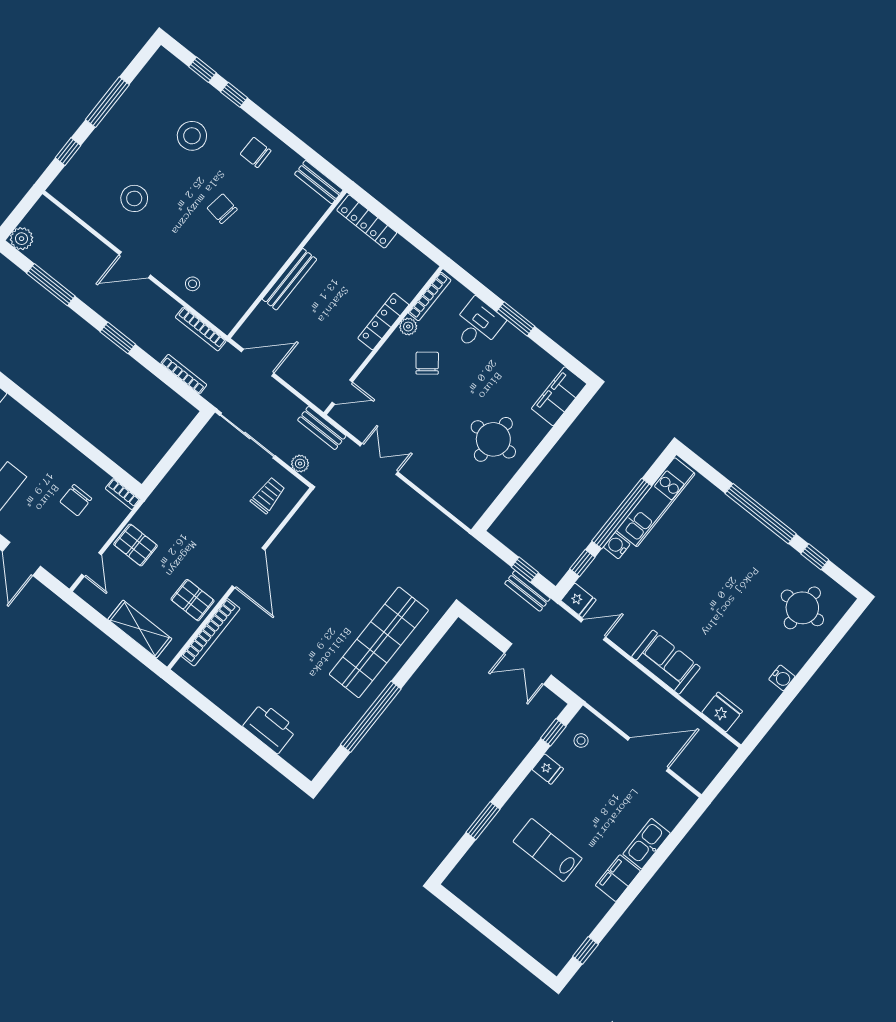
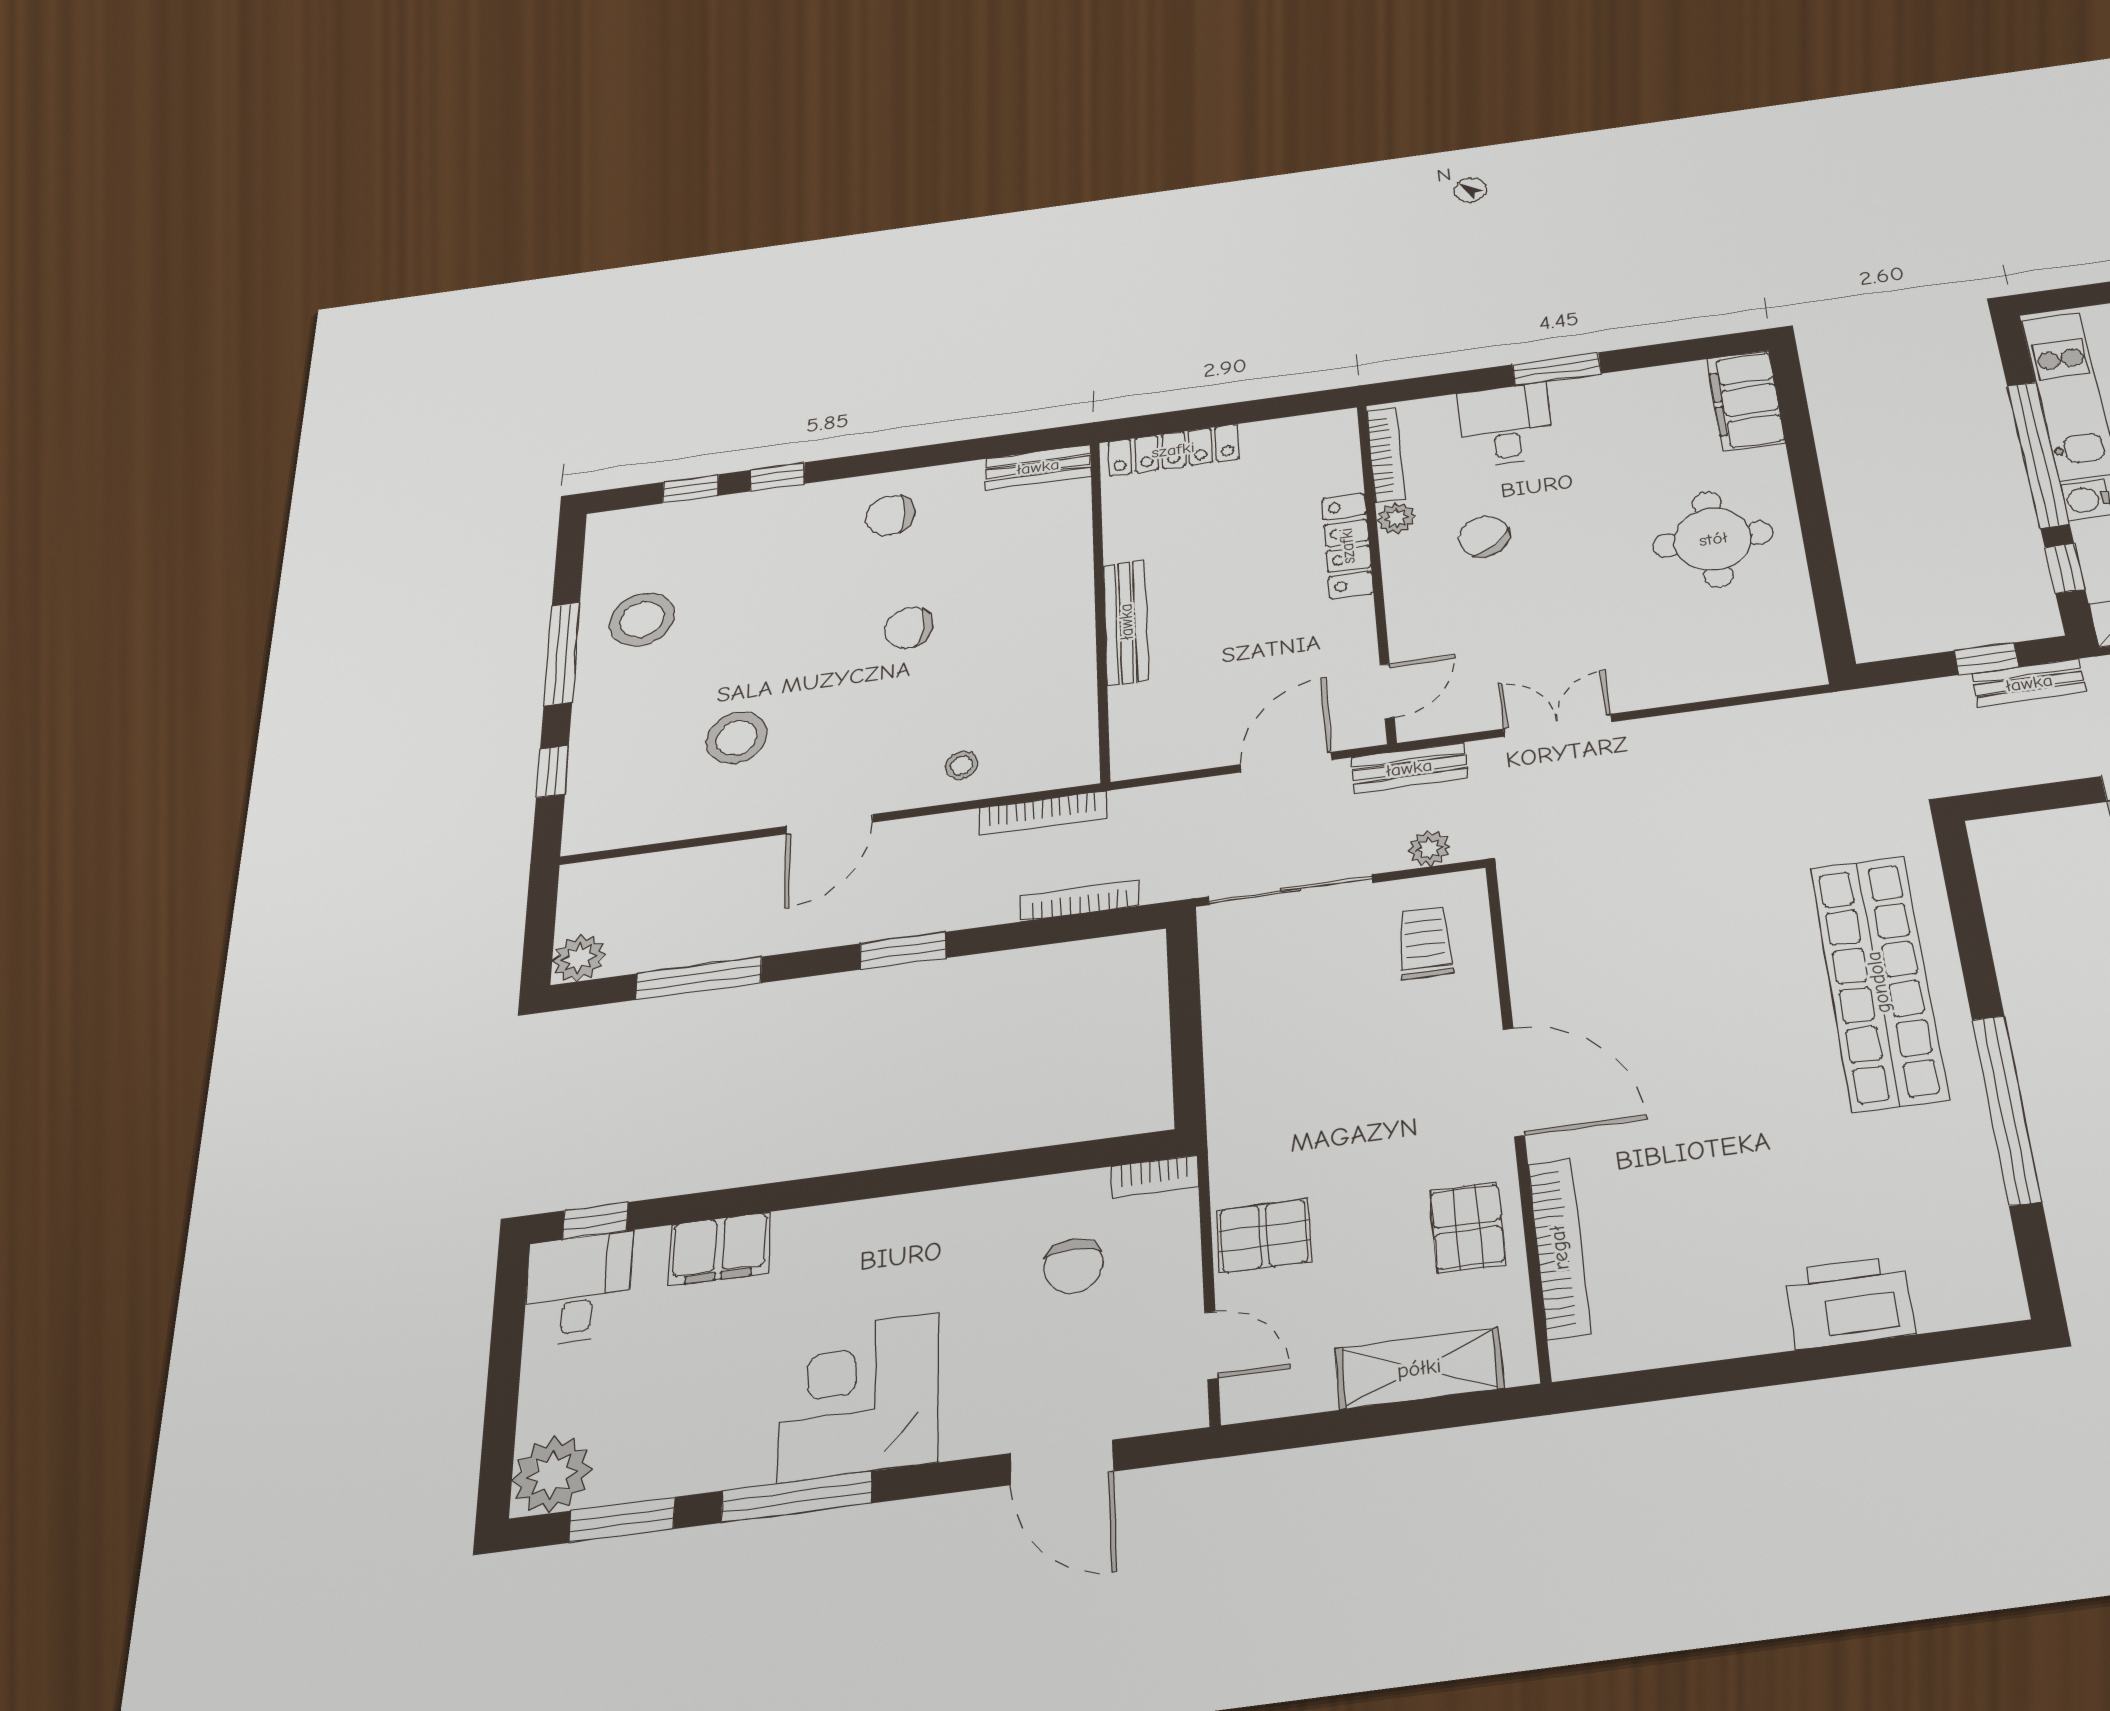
stool: (192, 136) -> (642, 619), moved
door: (258, 363) -> (1286, 762), moved
pallet: (193, 600) -> (1468, 1227), turned 90

